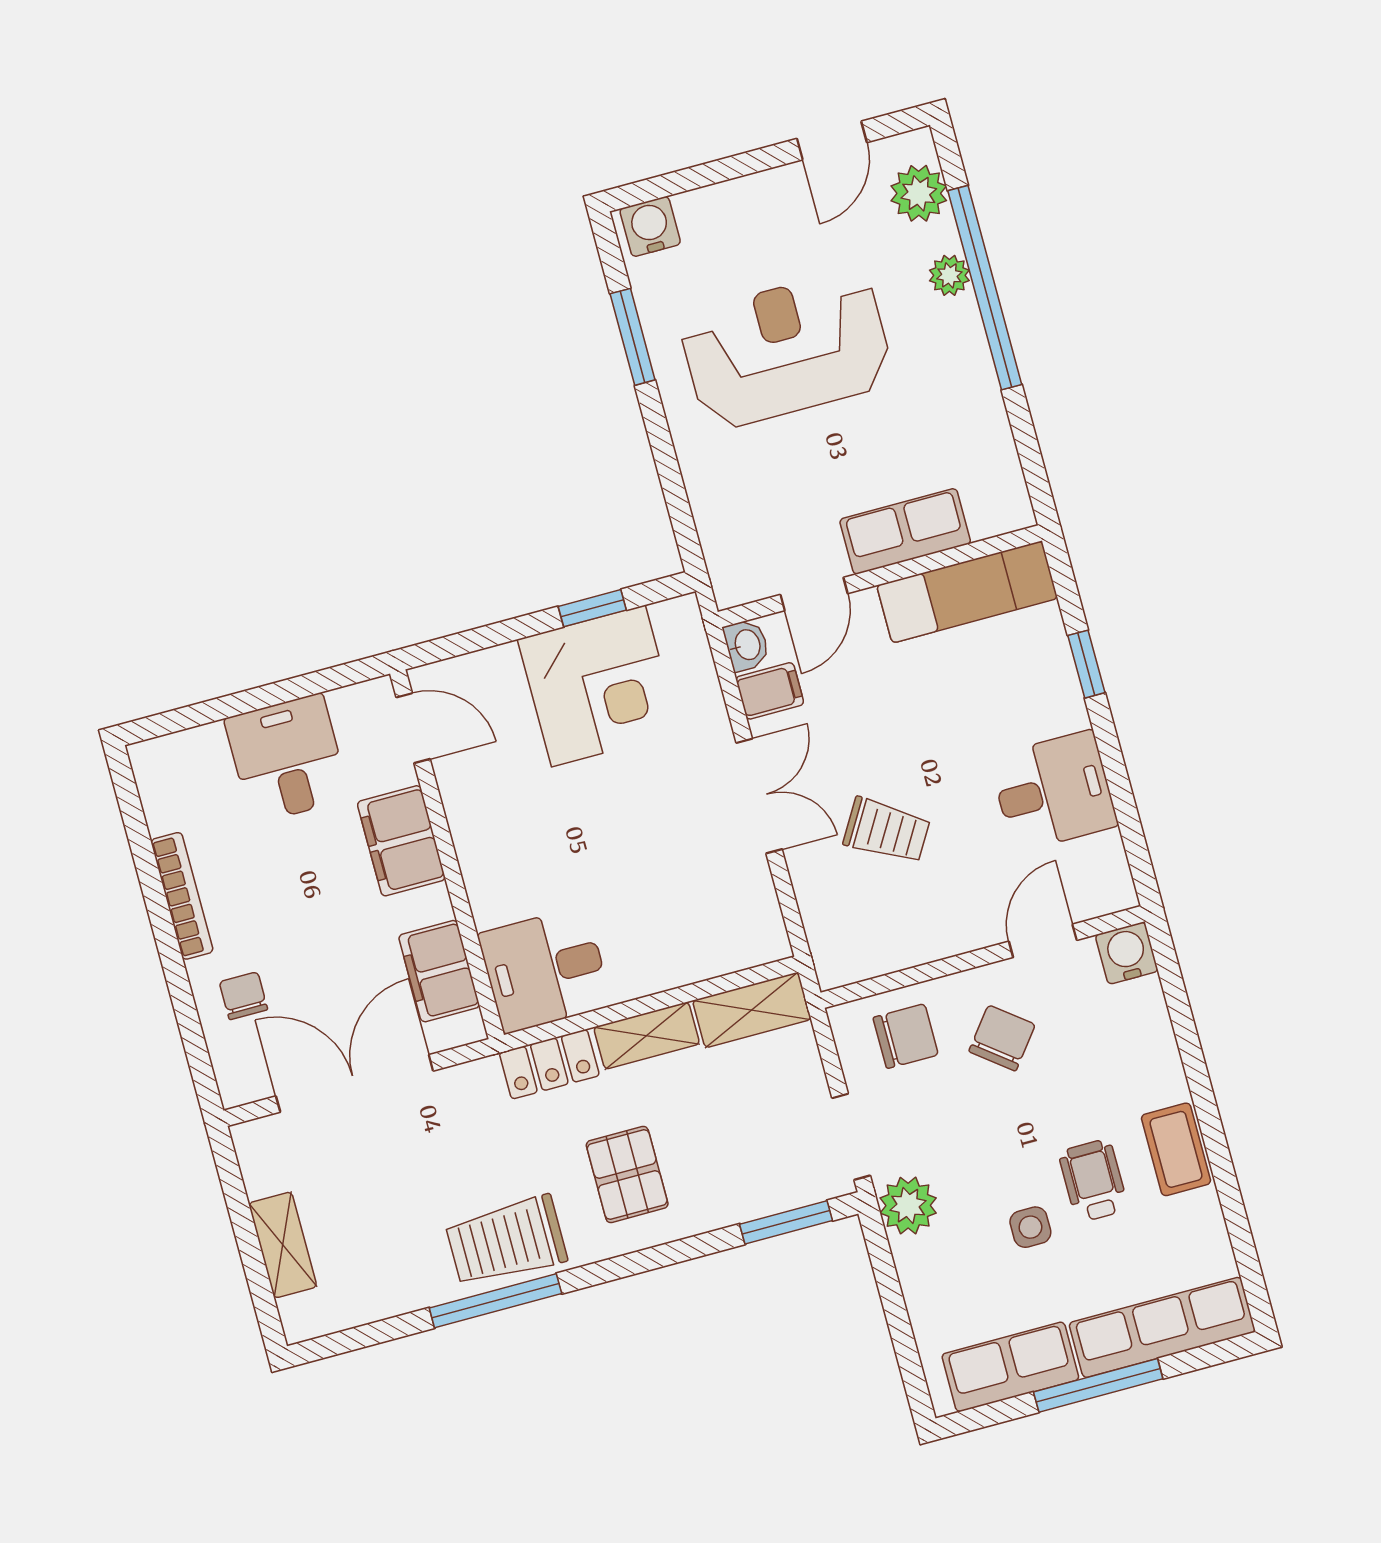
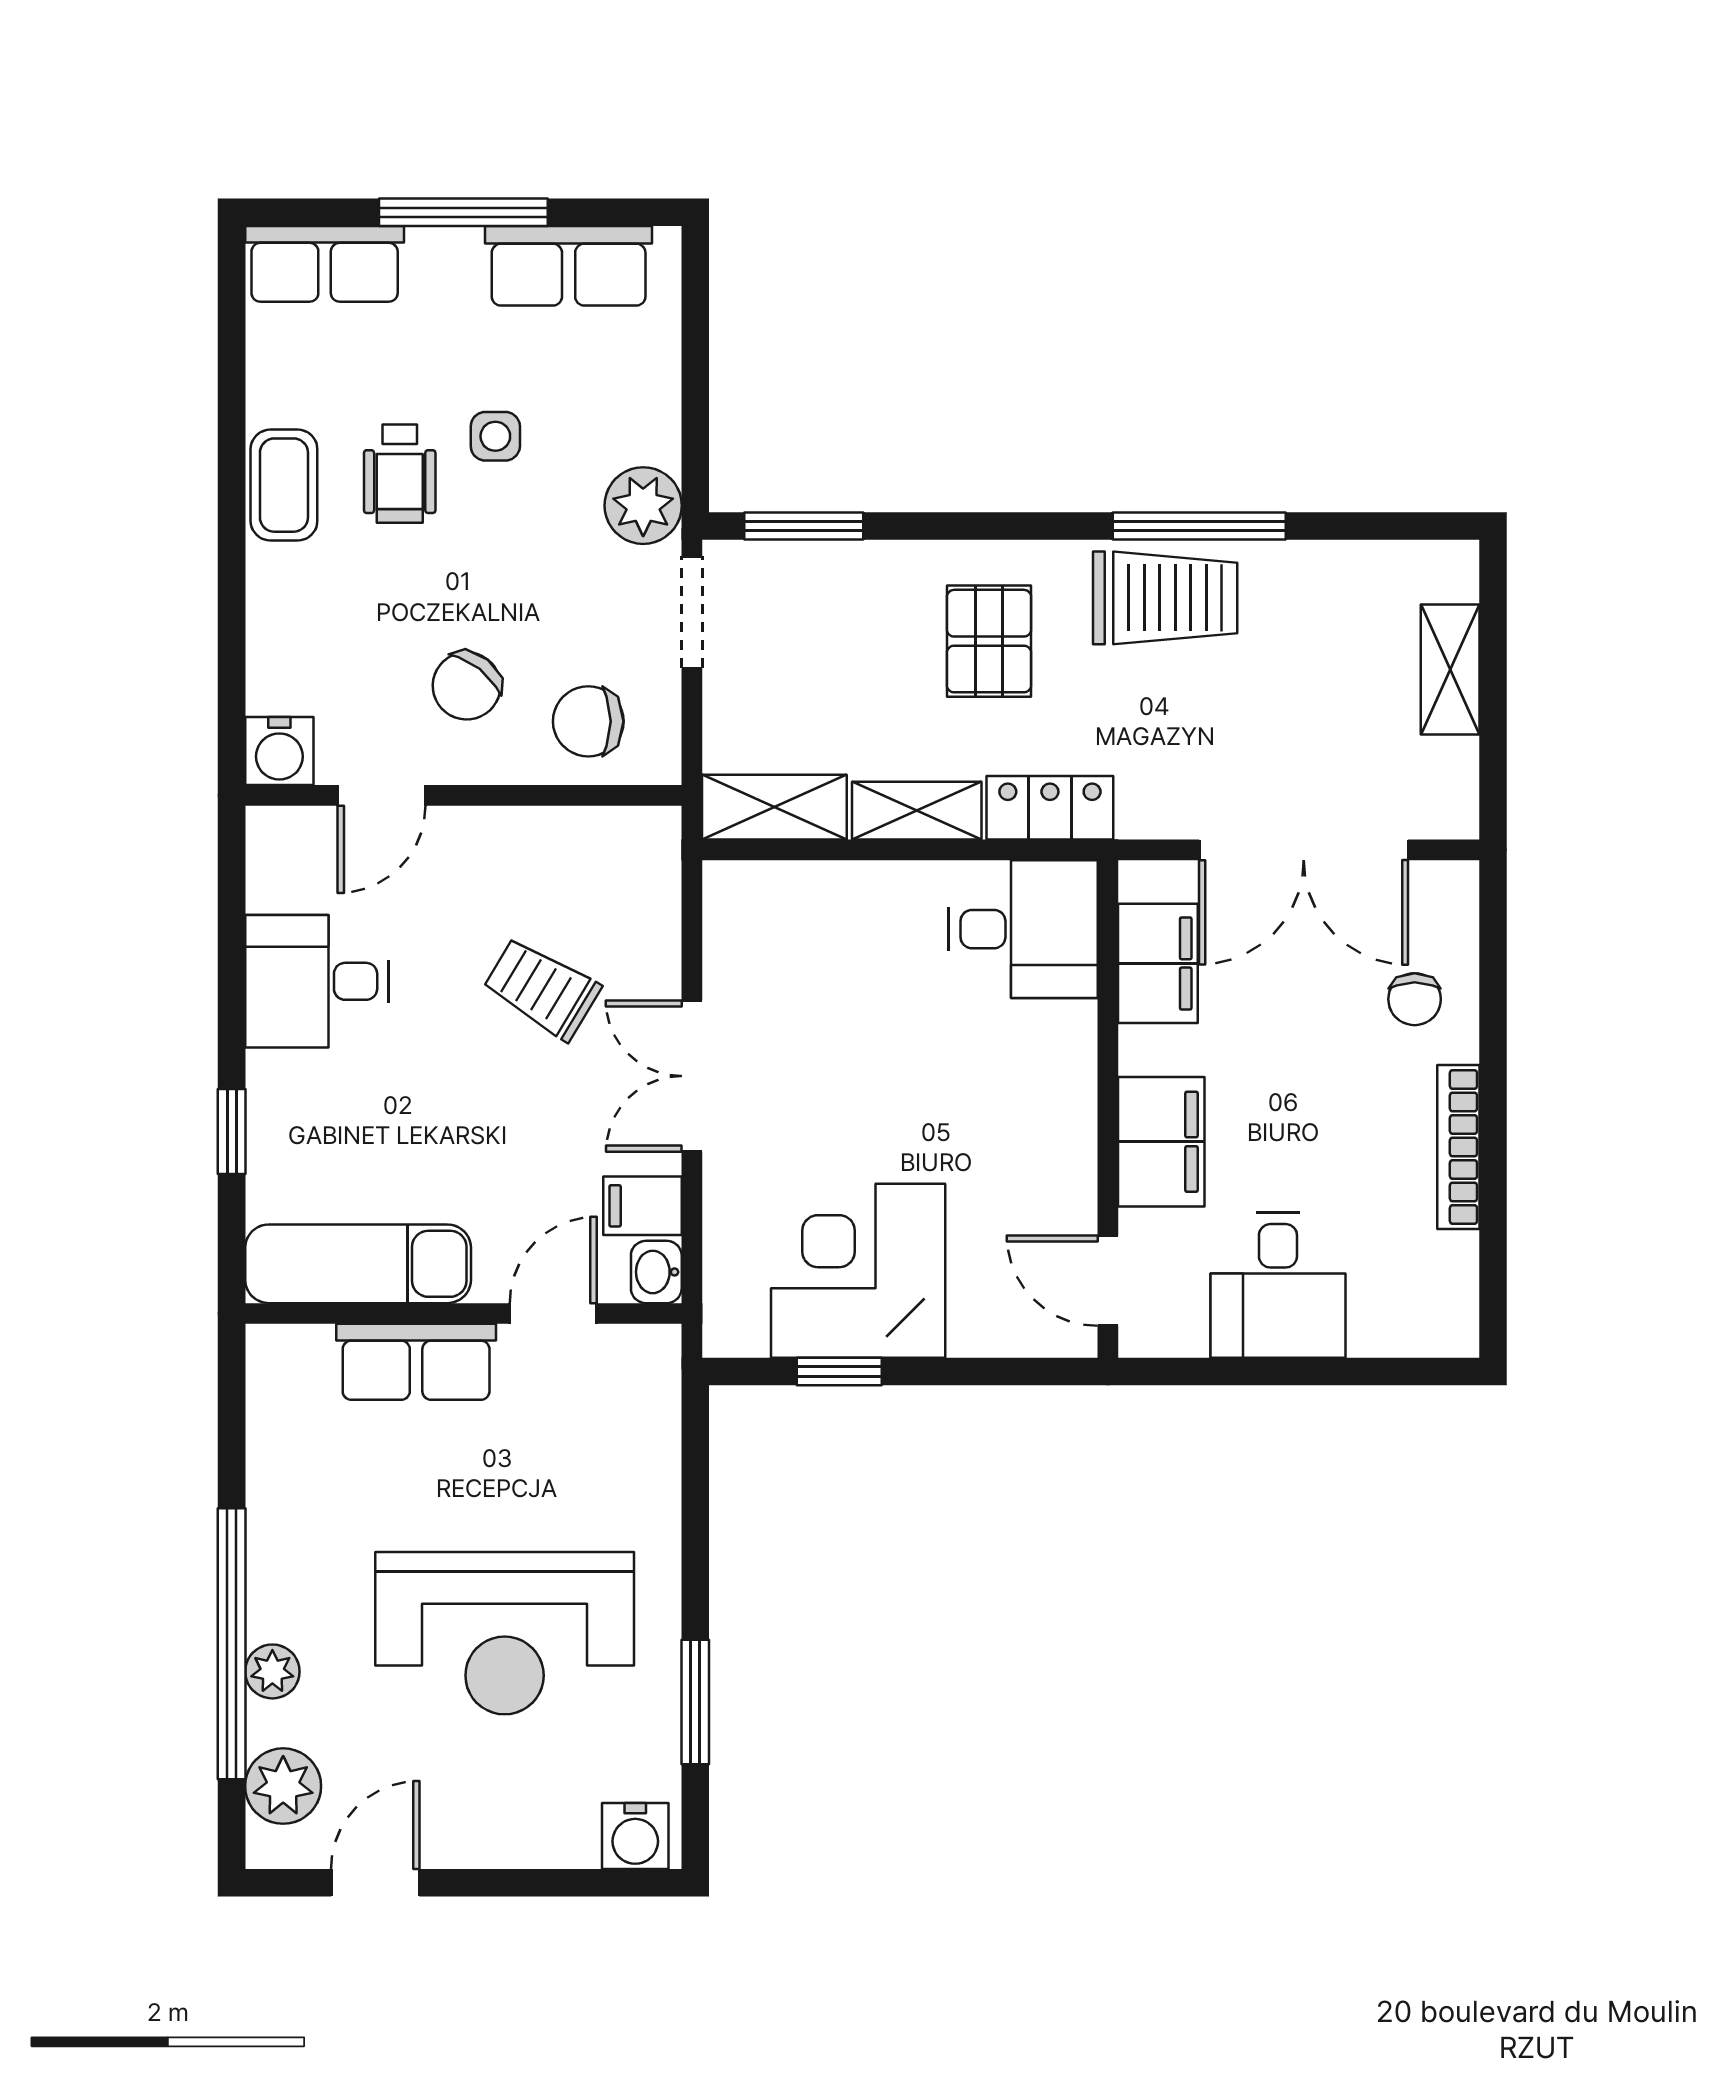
row of seats: (1162, 1327) -> (325, 264), width x0.68

